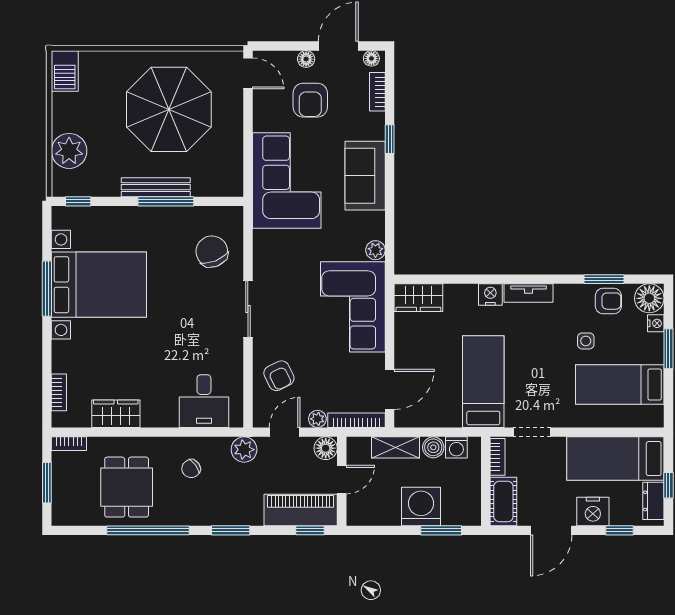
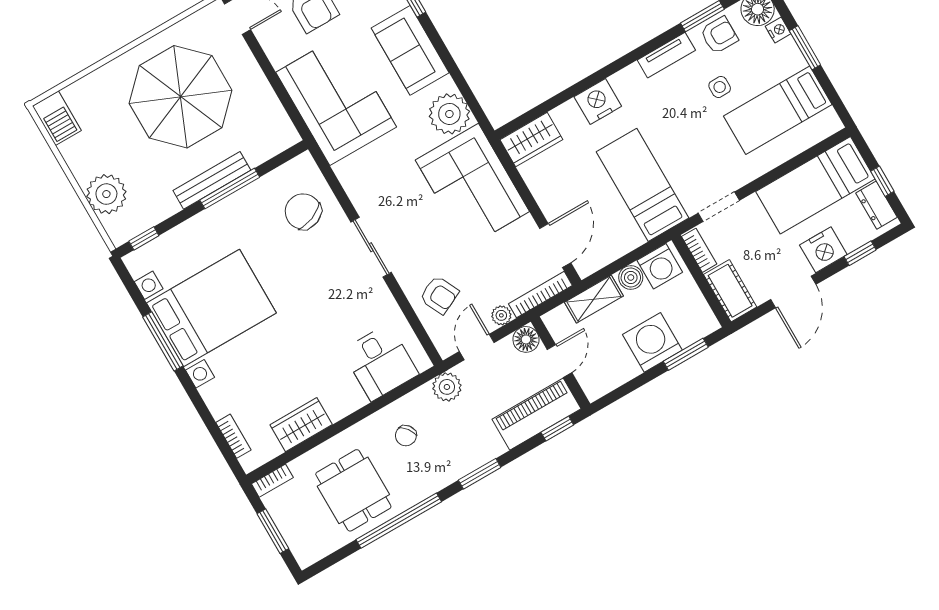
plant: (375, 250) -> (449, 114), width x1.88, depth x1.88
tv unit: (528, 293) -> (666, 55), moved
nightstand: (490, 295) -> (598, 102), width x1.36, depth x1.33
washing machine: (456, 447) -> (660, 266), width x1.38, depth x1.38

